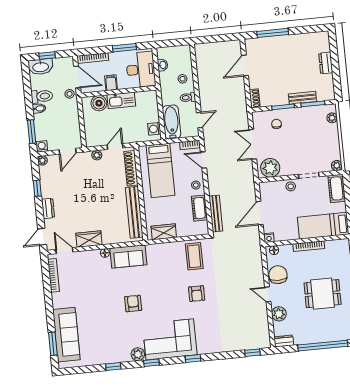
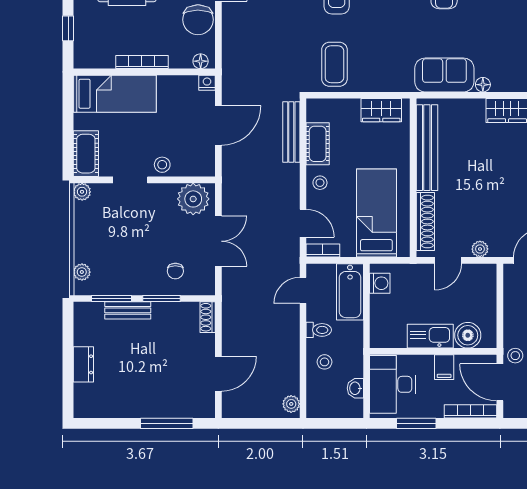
plant: (200, 52) -> (291, 404), added

